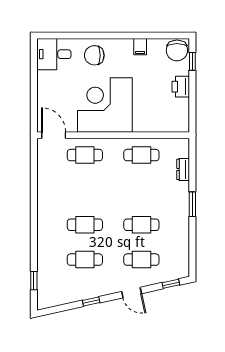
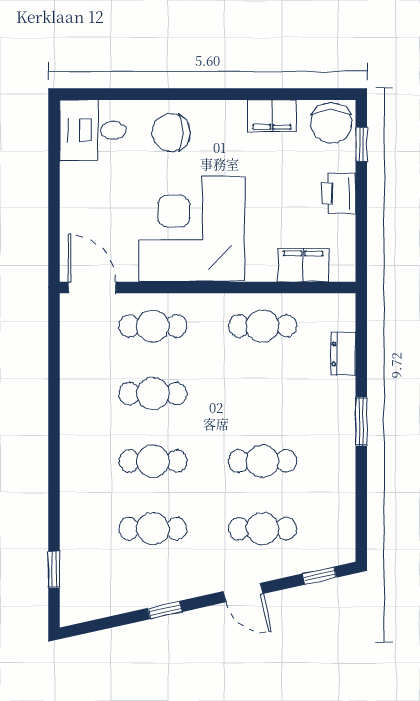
filing cabinet: (140, 47) -> (272, 116), width x2.00
filing cabinet: (162, 124) -> (303, 265), added
cafe table: (85, 190) -> (153, 394), added

